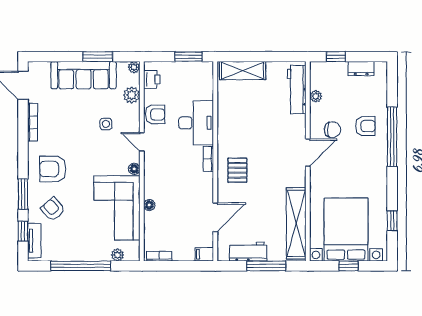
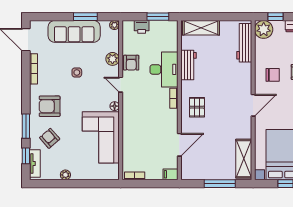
printer: (152, 79) -> (142, 27), moved, turned 90
plant: (132, 95) -> (112, 59), moved
plant: (316, 96) -> (264, 29), moved, width x1.88, depth x1.88
armchair: (155, 114) -> (131, 63), turned 90
side table: (106, 124) -> (77, 72), moved
door: (308, 153) -> (253, 105), moved
floor lamp: (149, 205) -> (127, 135), removed
shelving: (296, 223) -> (244, 159), width x0.68
workbench: (248, 252) -> (188, 65), moved, turned 90
plant: (117, 255) -> (65, 175), moved
window: (81, 266) -> (72, 184), removed

